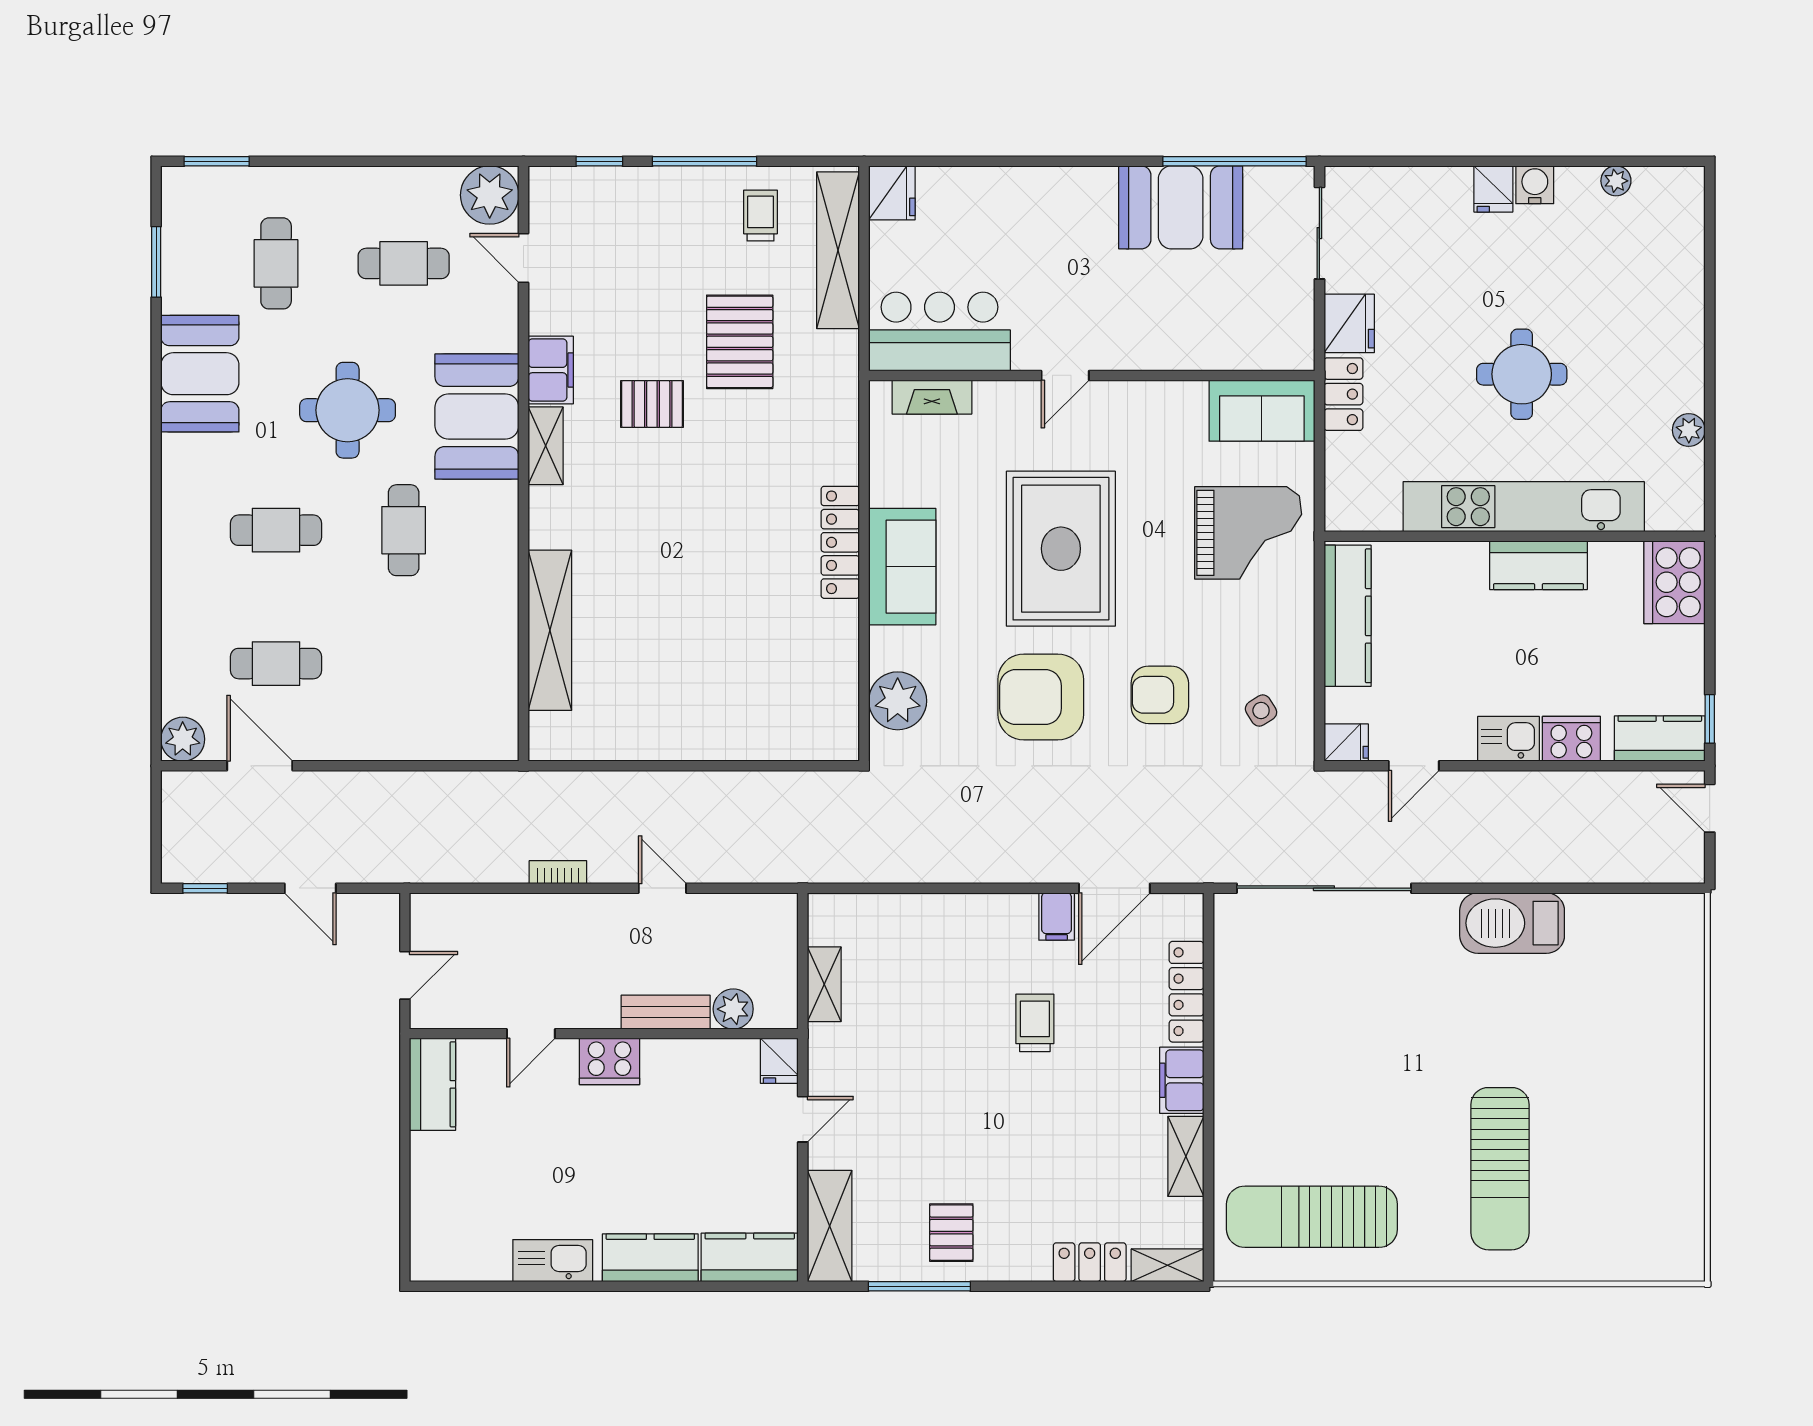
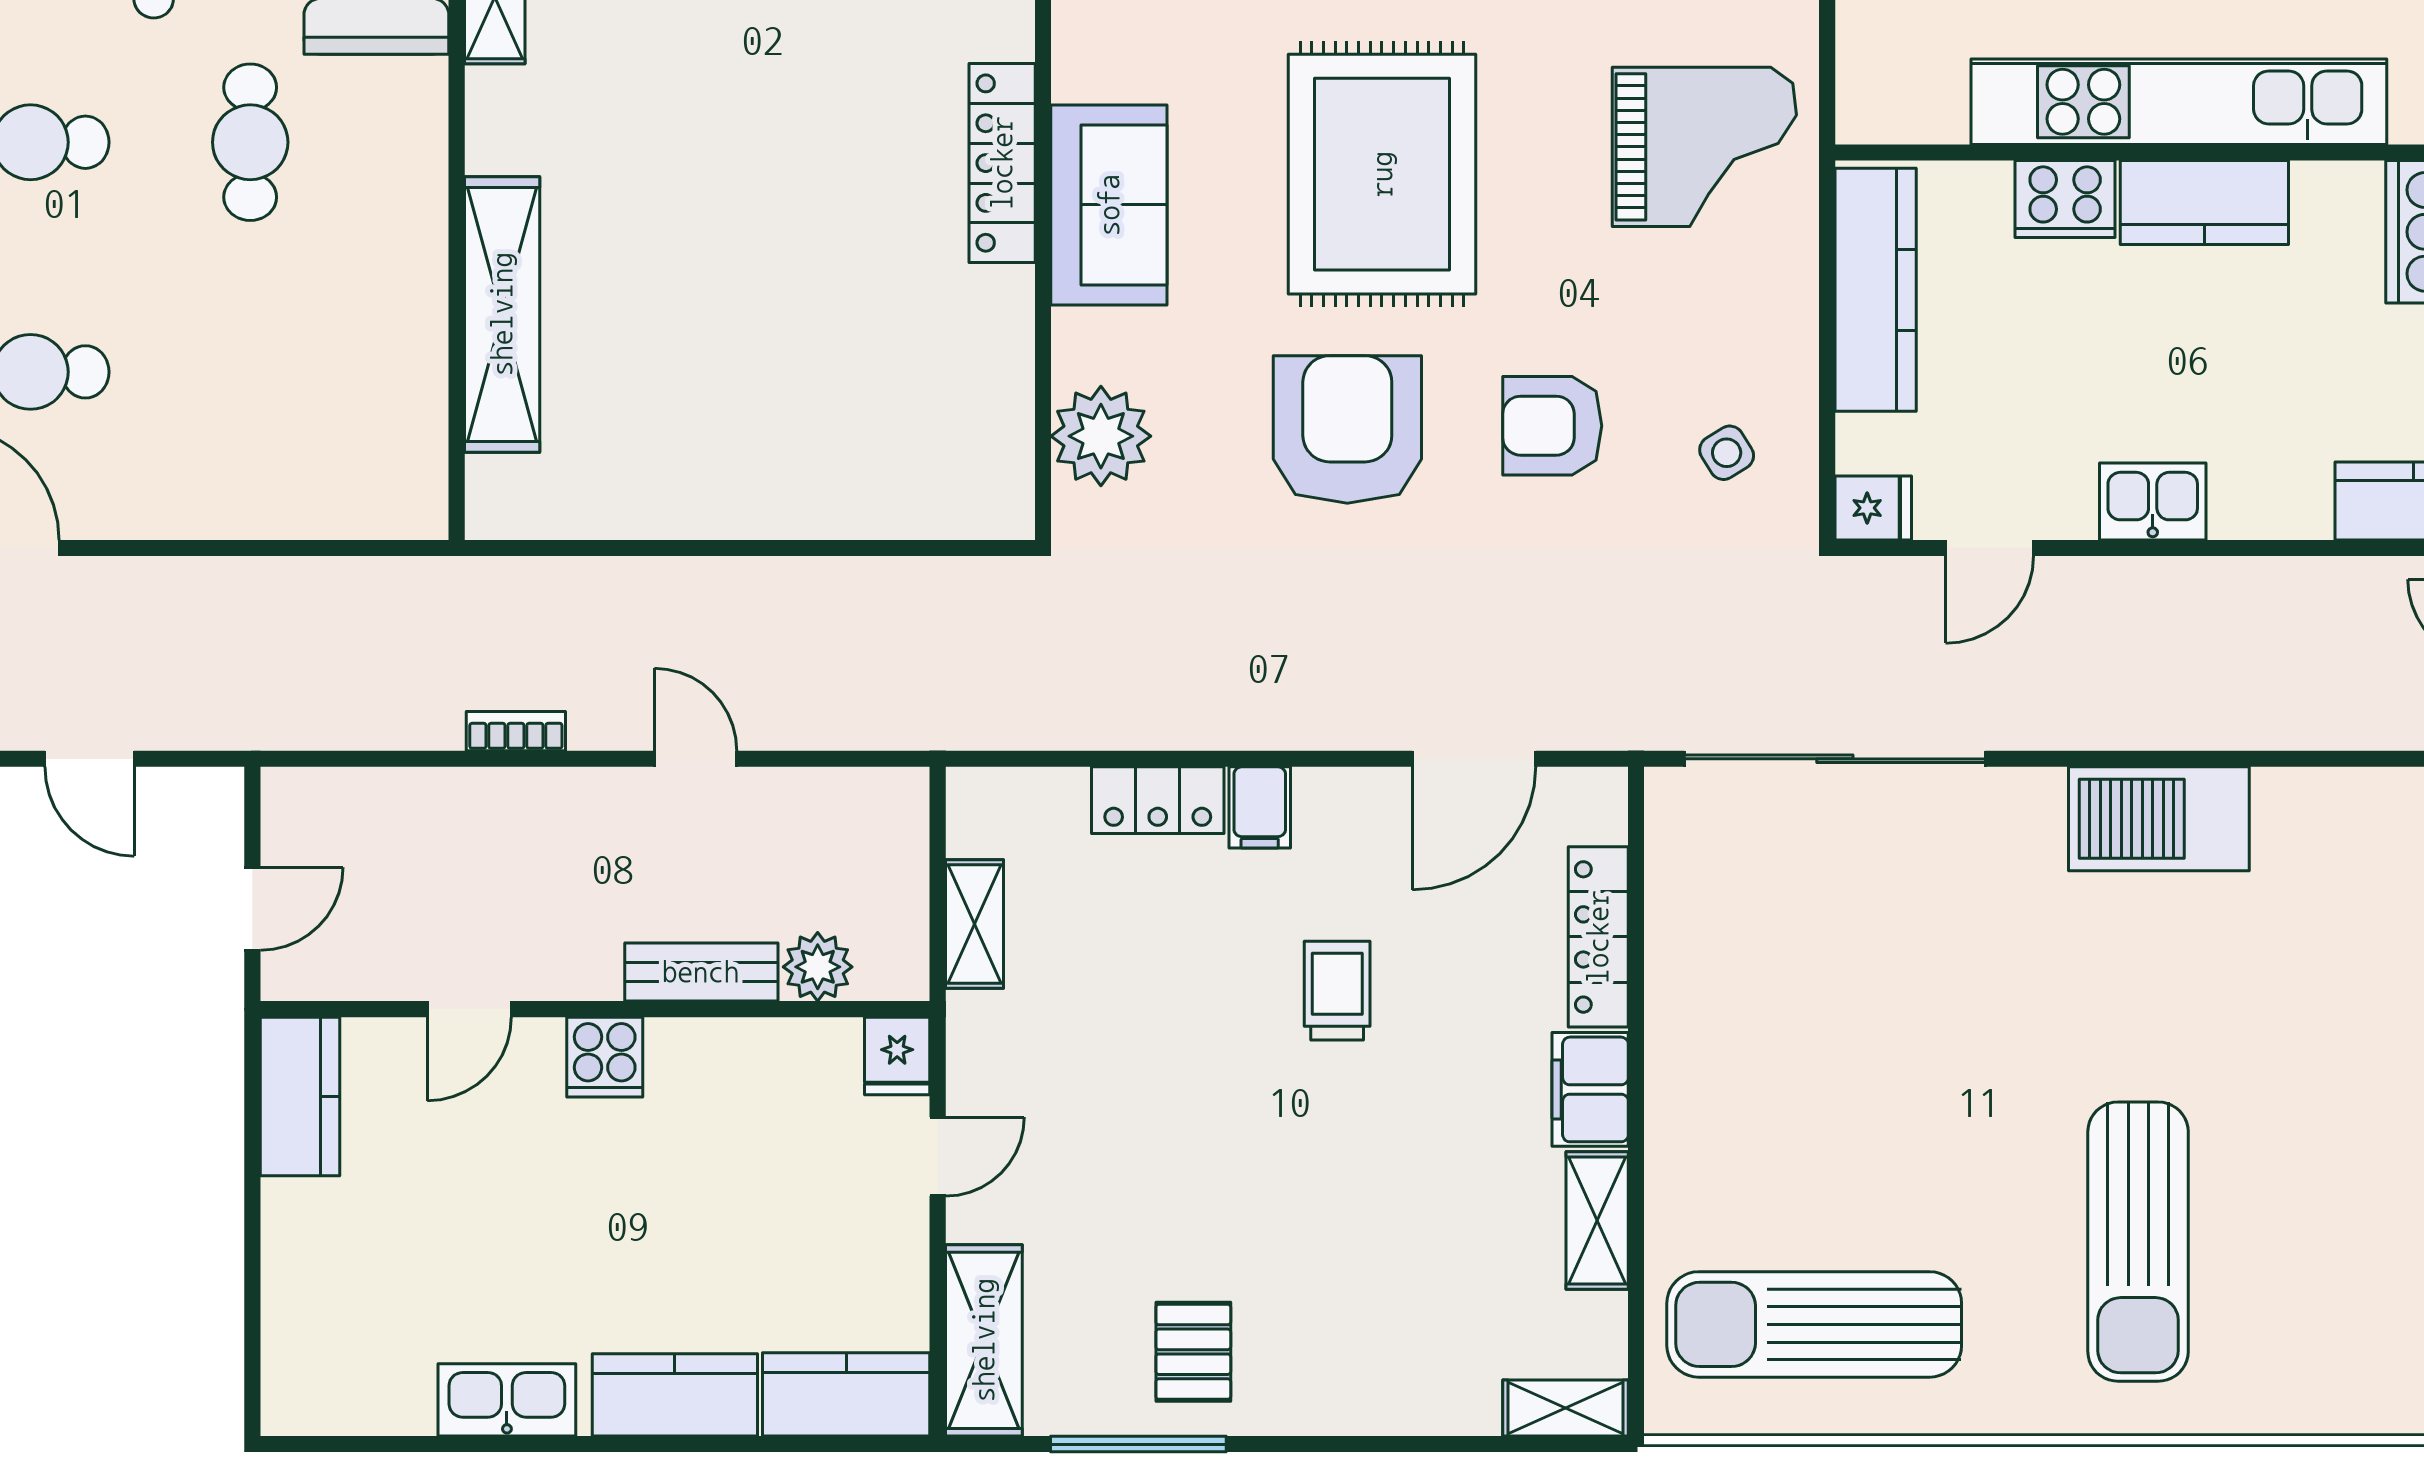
armchair: (1041, 697) -> (1347, 429), turned 90
cooker: (1571, 739) -> (2065, 199), moved, turned 180
filing cabinet: (1057, 917) -> (1260, 807), moved
cooker: (609, 1061) -> (605, 1057), width x0.73
locker: (1090, 1262) -> (1158, 800), moved, turned 180

